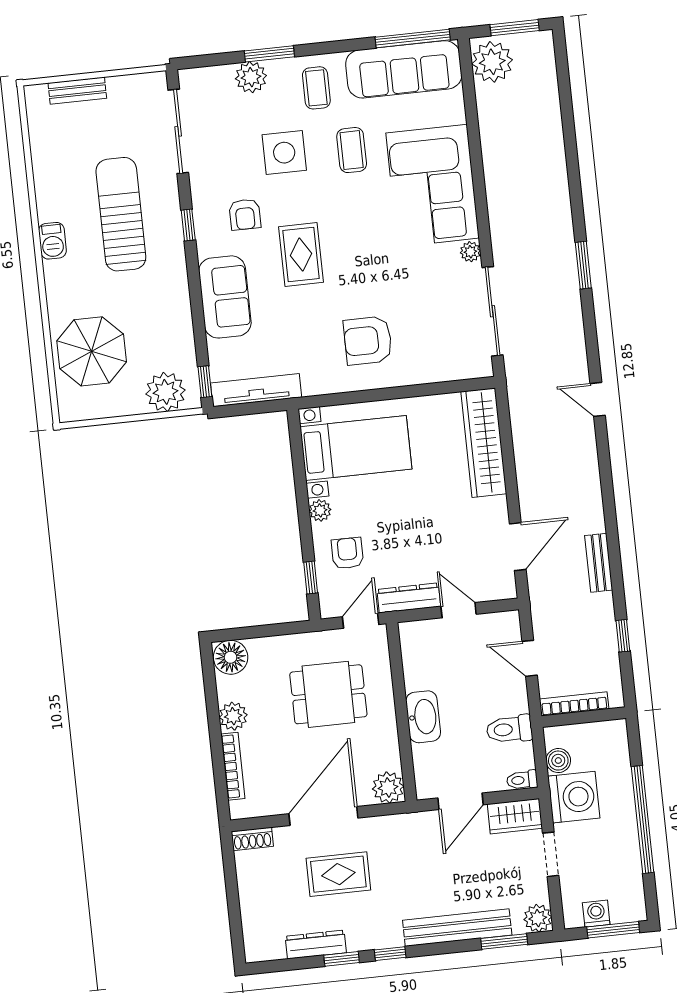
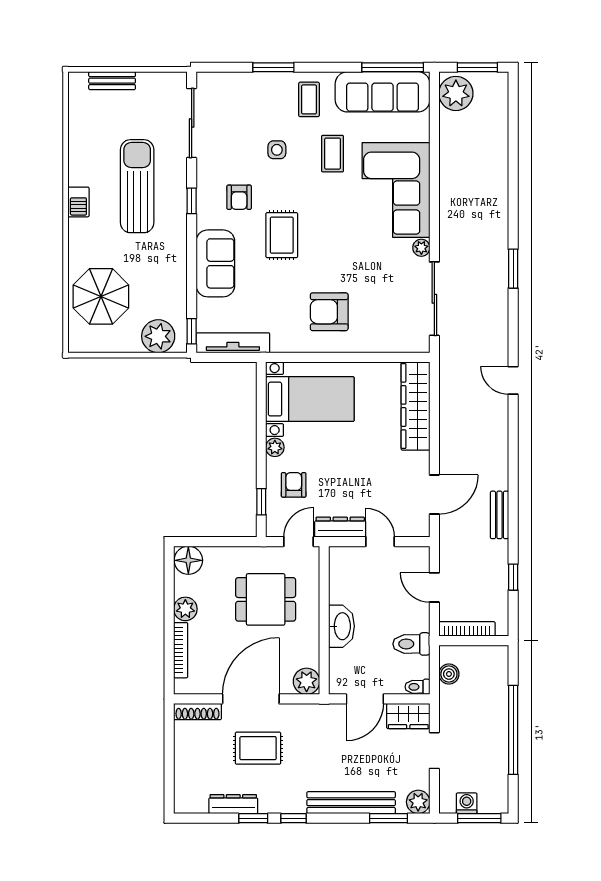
plant: (251, 77) -> (256, 85), removed
side table: (284, 153) -> (277, 150), width x0.54, depth x0.54
washing machine: (574, 797) -> (458, 705), removed
shoe rack: (252, 839) -> (197, 712), width x1.43

